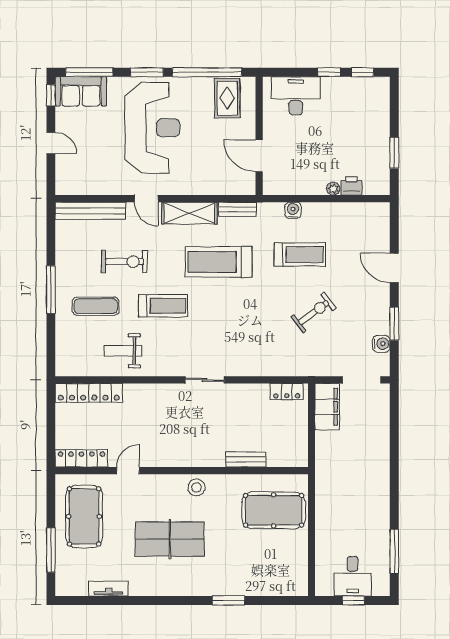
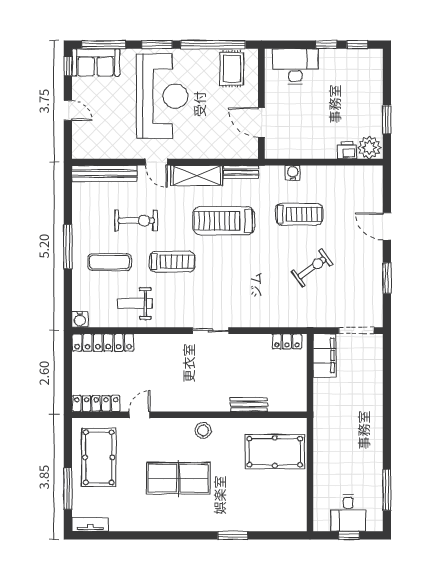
plant: (333, 189) -> (369, 147), moved, width x1.87, depth x1.87
water cooler: (381, 344) -> (80, 319), moved, turned 90
tv unit: (108, 589) -> (90, 524), moved

